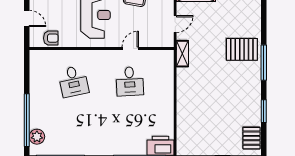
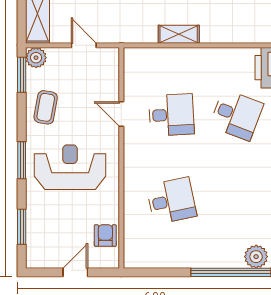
shelving: (182, 54) -> (179, 34), moved
desk: (130, 124) -> (236, 115), added

